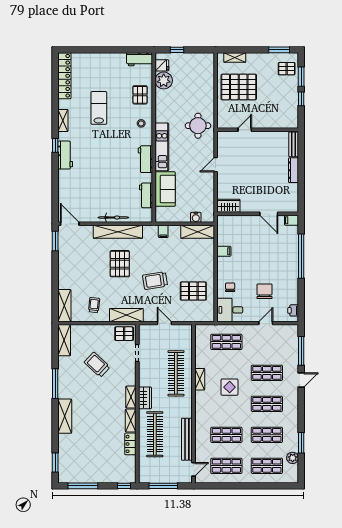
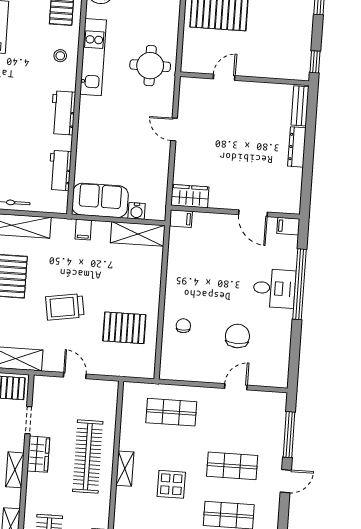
window: (301, 99) -> (315, 62), moved
kitchen unit: (162, 147) -> (93, 57), moved
door: (216, 165) -> (174, 129), hinge flipped
sofa: (165, 189) -> (100, 200), moved, turned -90
filing cabinet: (224, 251) -> (181, 219), moved
desk: (230, 310) -> (274, 288), moved, turned 180
printer: (293, 310) -> (281, 370), removed
shelving: (131, 397) -> (15, 470), moved
wardrobe: (145, 398) -> (38, 454), moved

